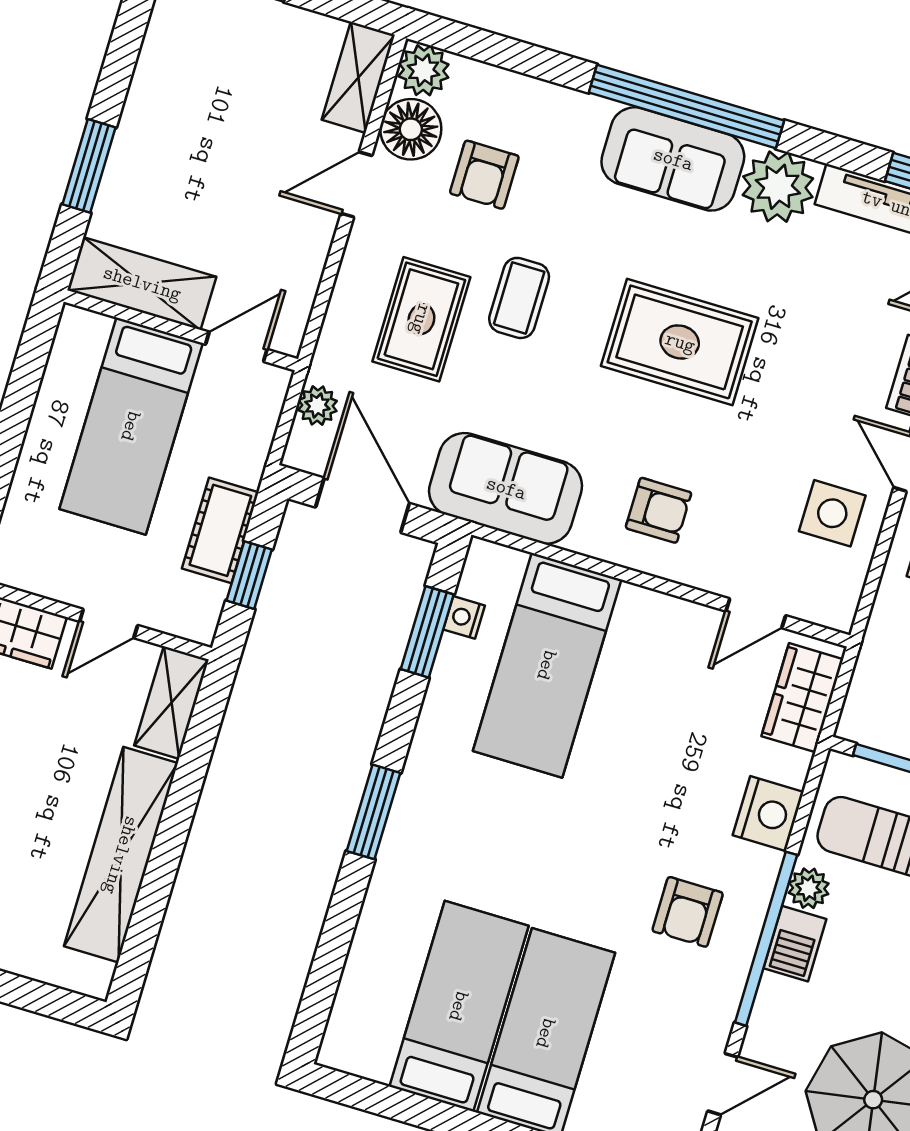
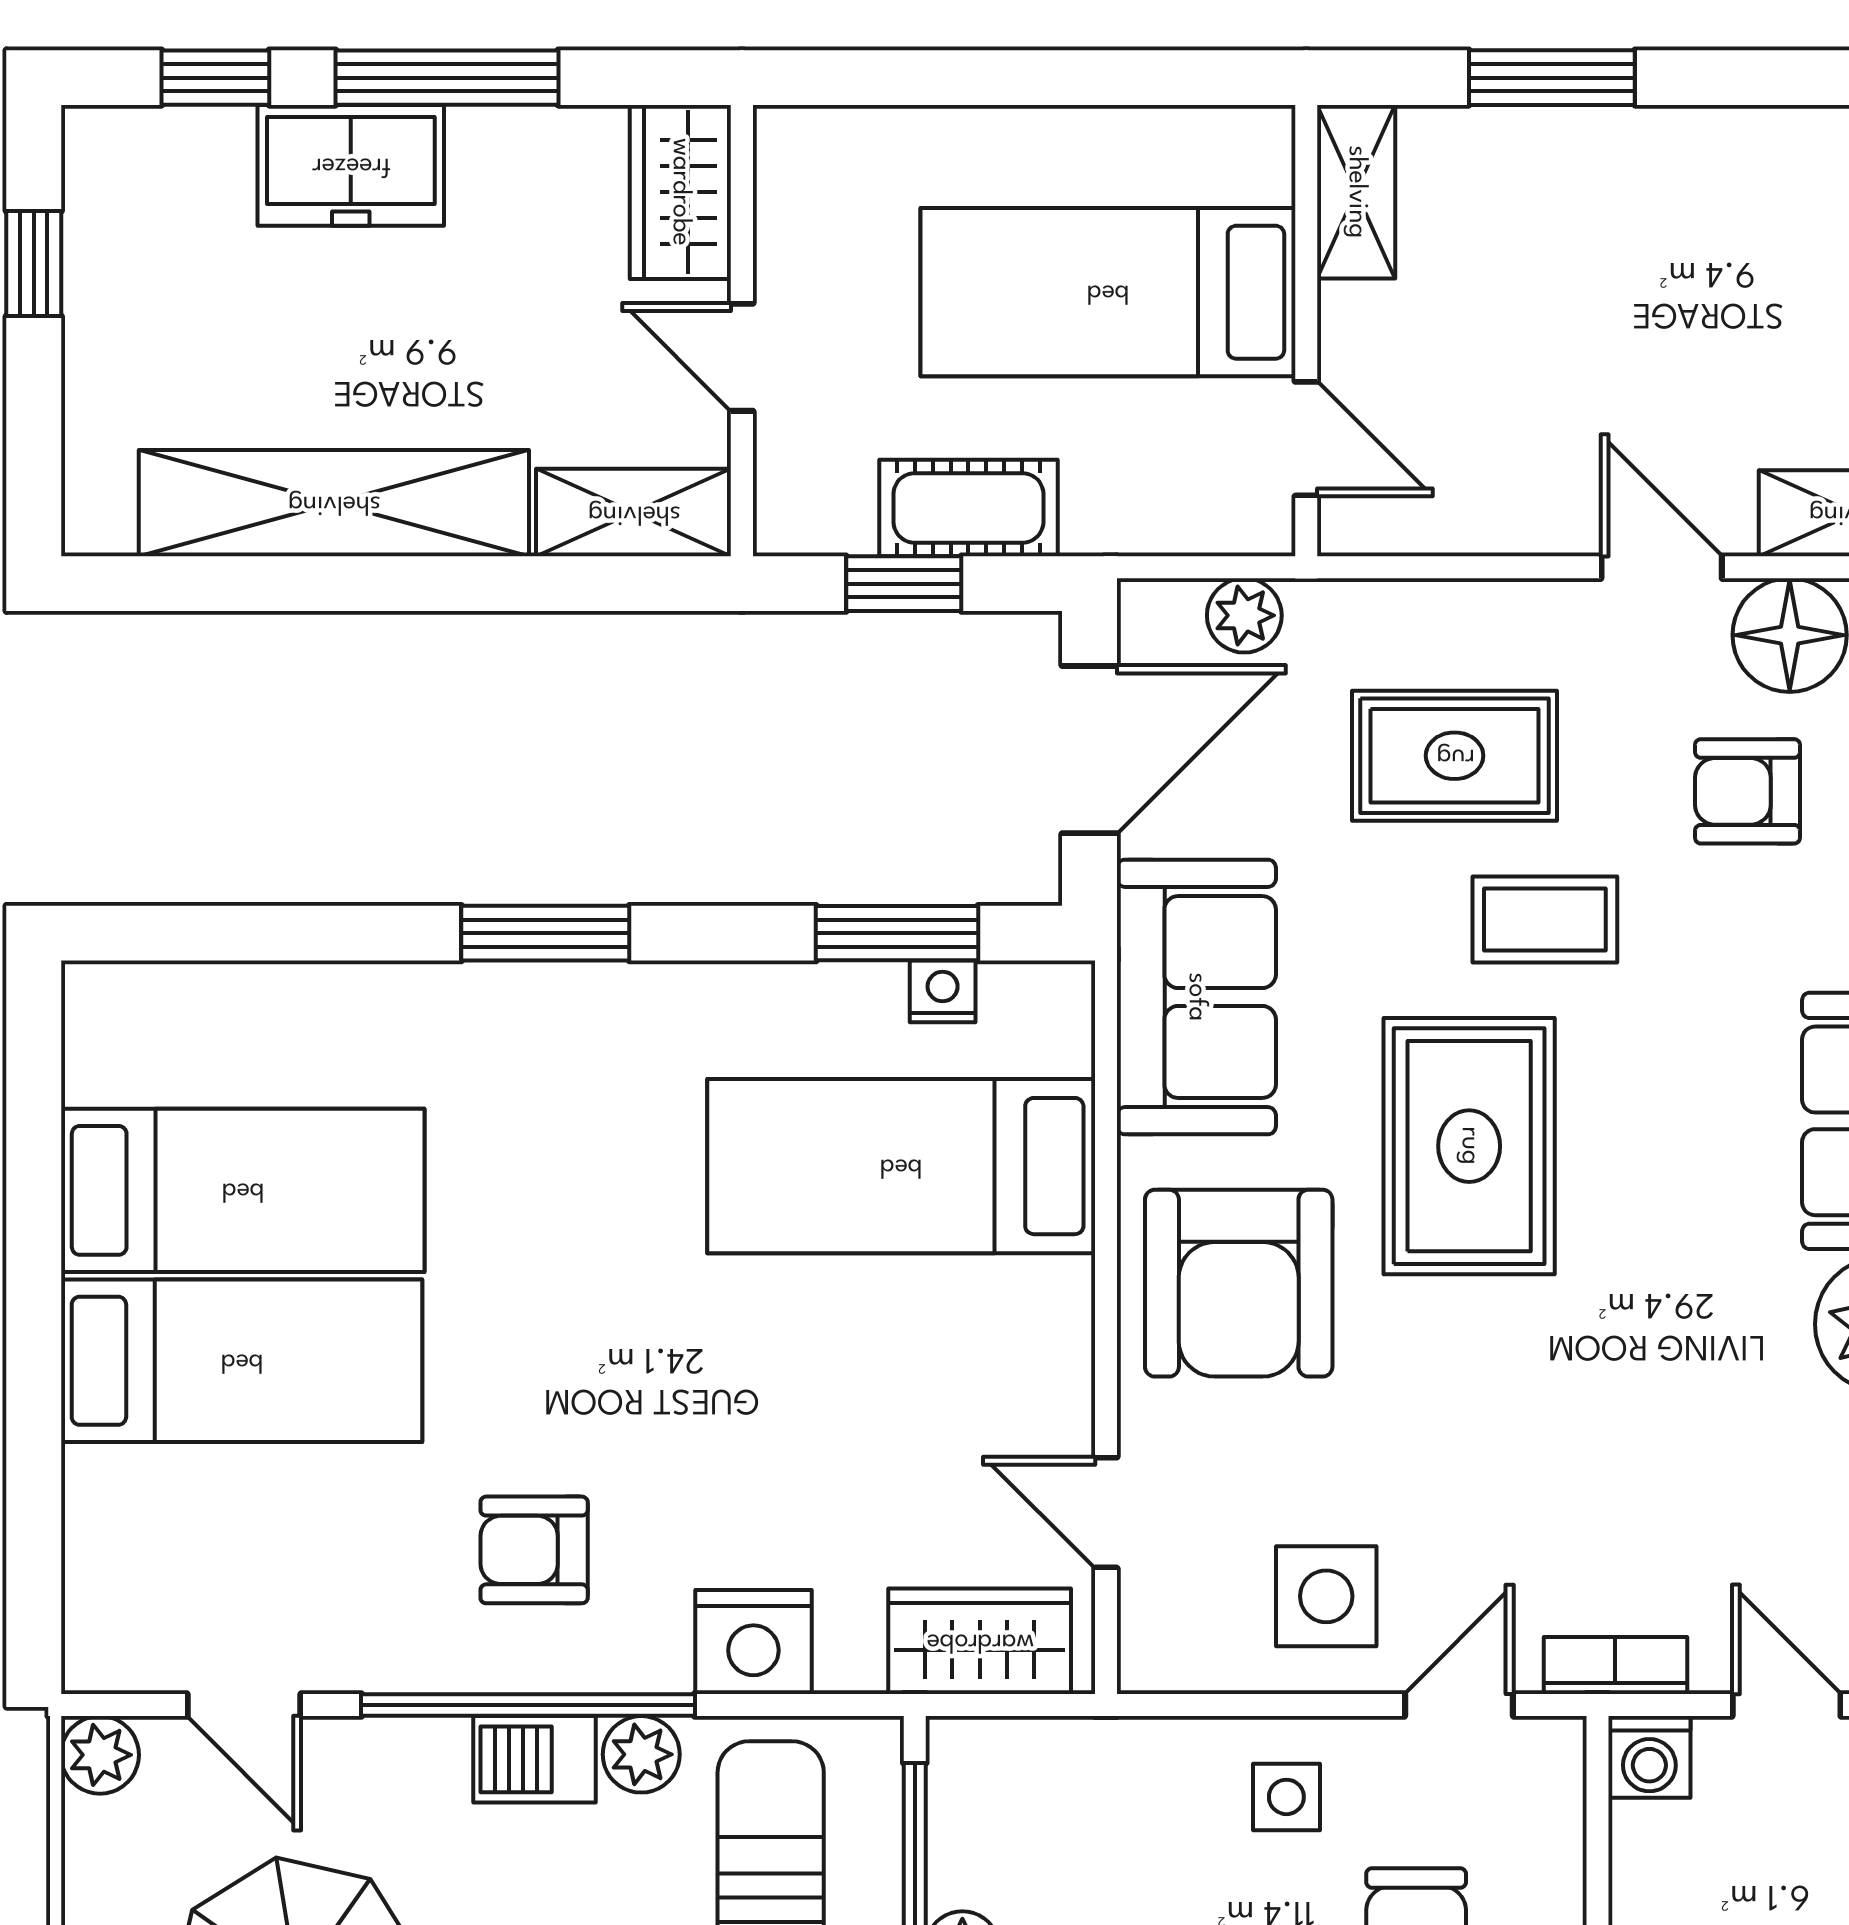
shelving: (142, 283) -> (1356, 192), width x0.67, depth x0.75
rug: (680, 342) -> (1469, 1146), moved
armchair: (659, 510) -> (1239, 1283), width x1.88, depth x1.88

